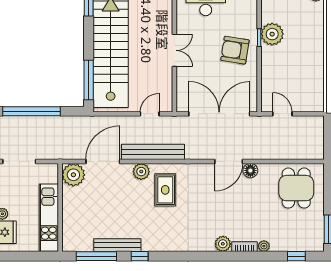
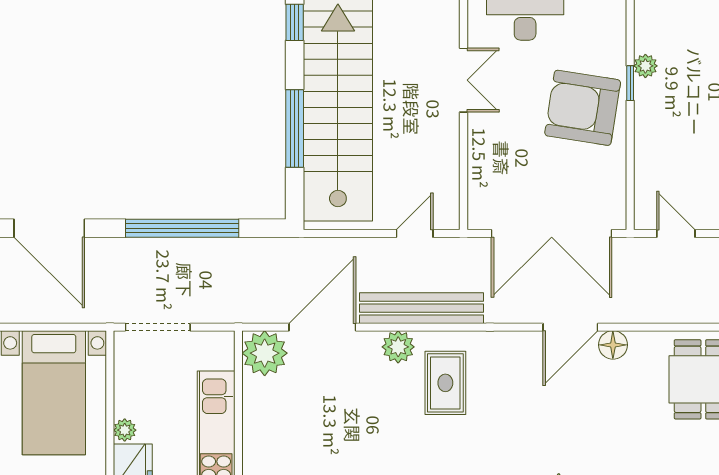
plant: (272, 34) -> (645, 66), width x0.53, depth x0.53
double door: (174, 50) -> (464, 80), moved
armchair: (235, 50) -> (583, 108), width x1.36, depth x1.36
window: (89, 80) -> (295, 129), moved
double door: (219, 114) -> (552, 233), swing flipped

